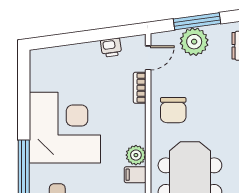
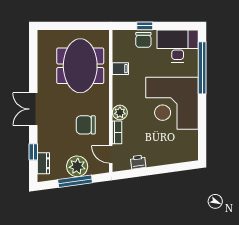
door: (148, 58) -> (111, 154), hinge flipped
chair: (173, 110) -> (86, 125), moved, turned -90
plant: (136, 155) -> (120, 113), moved

